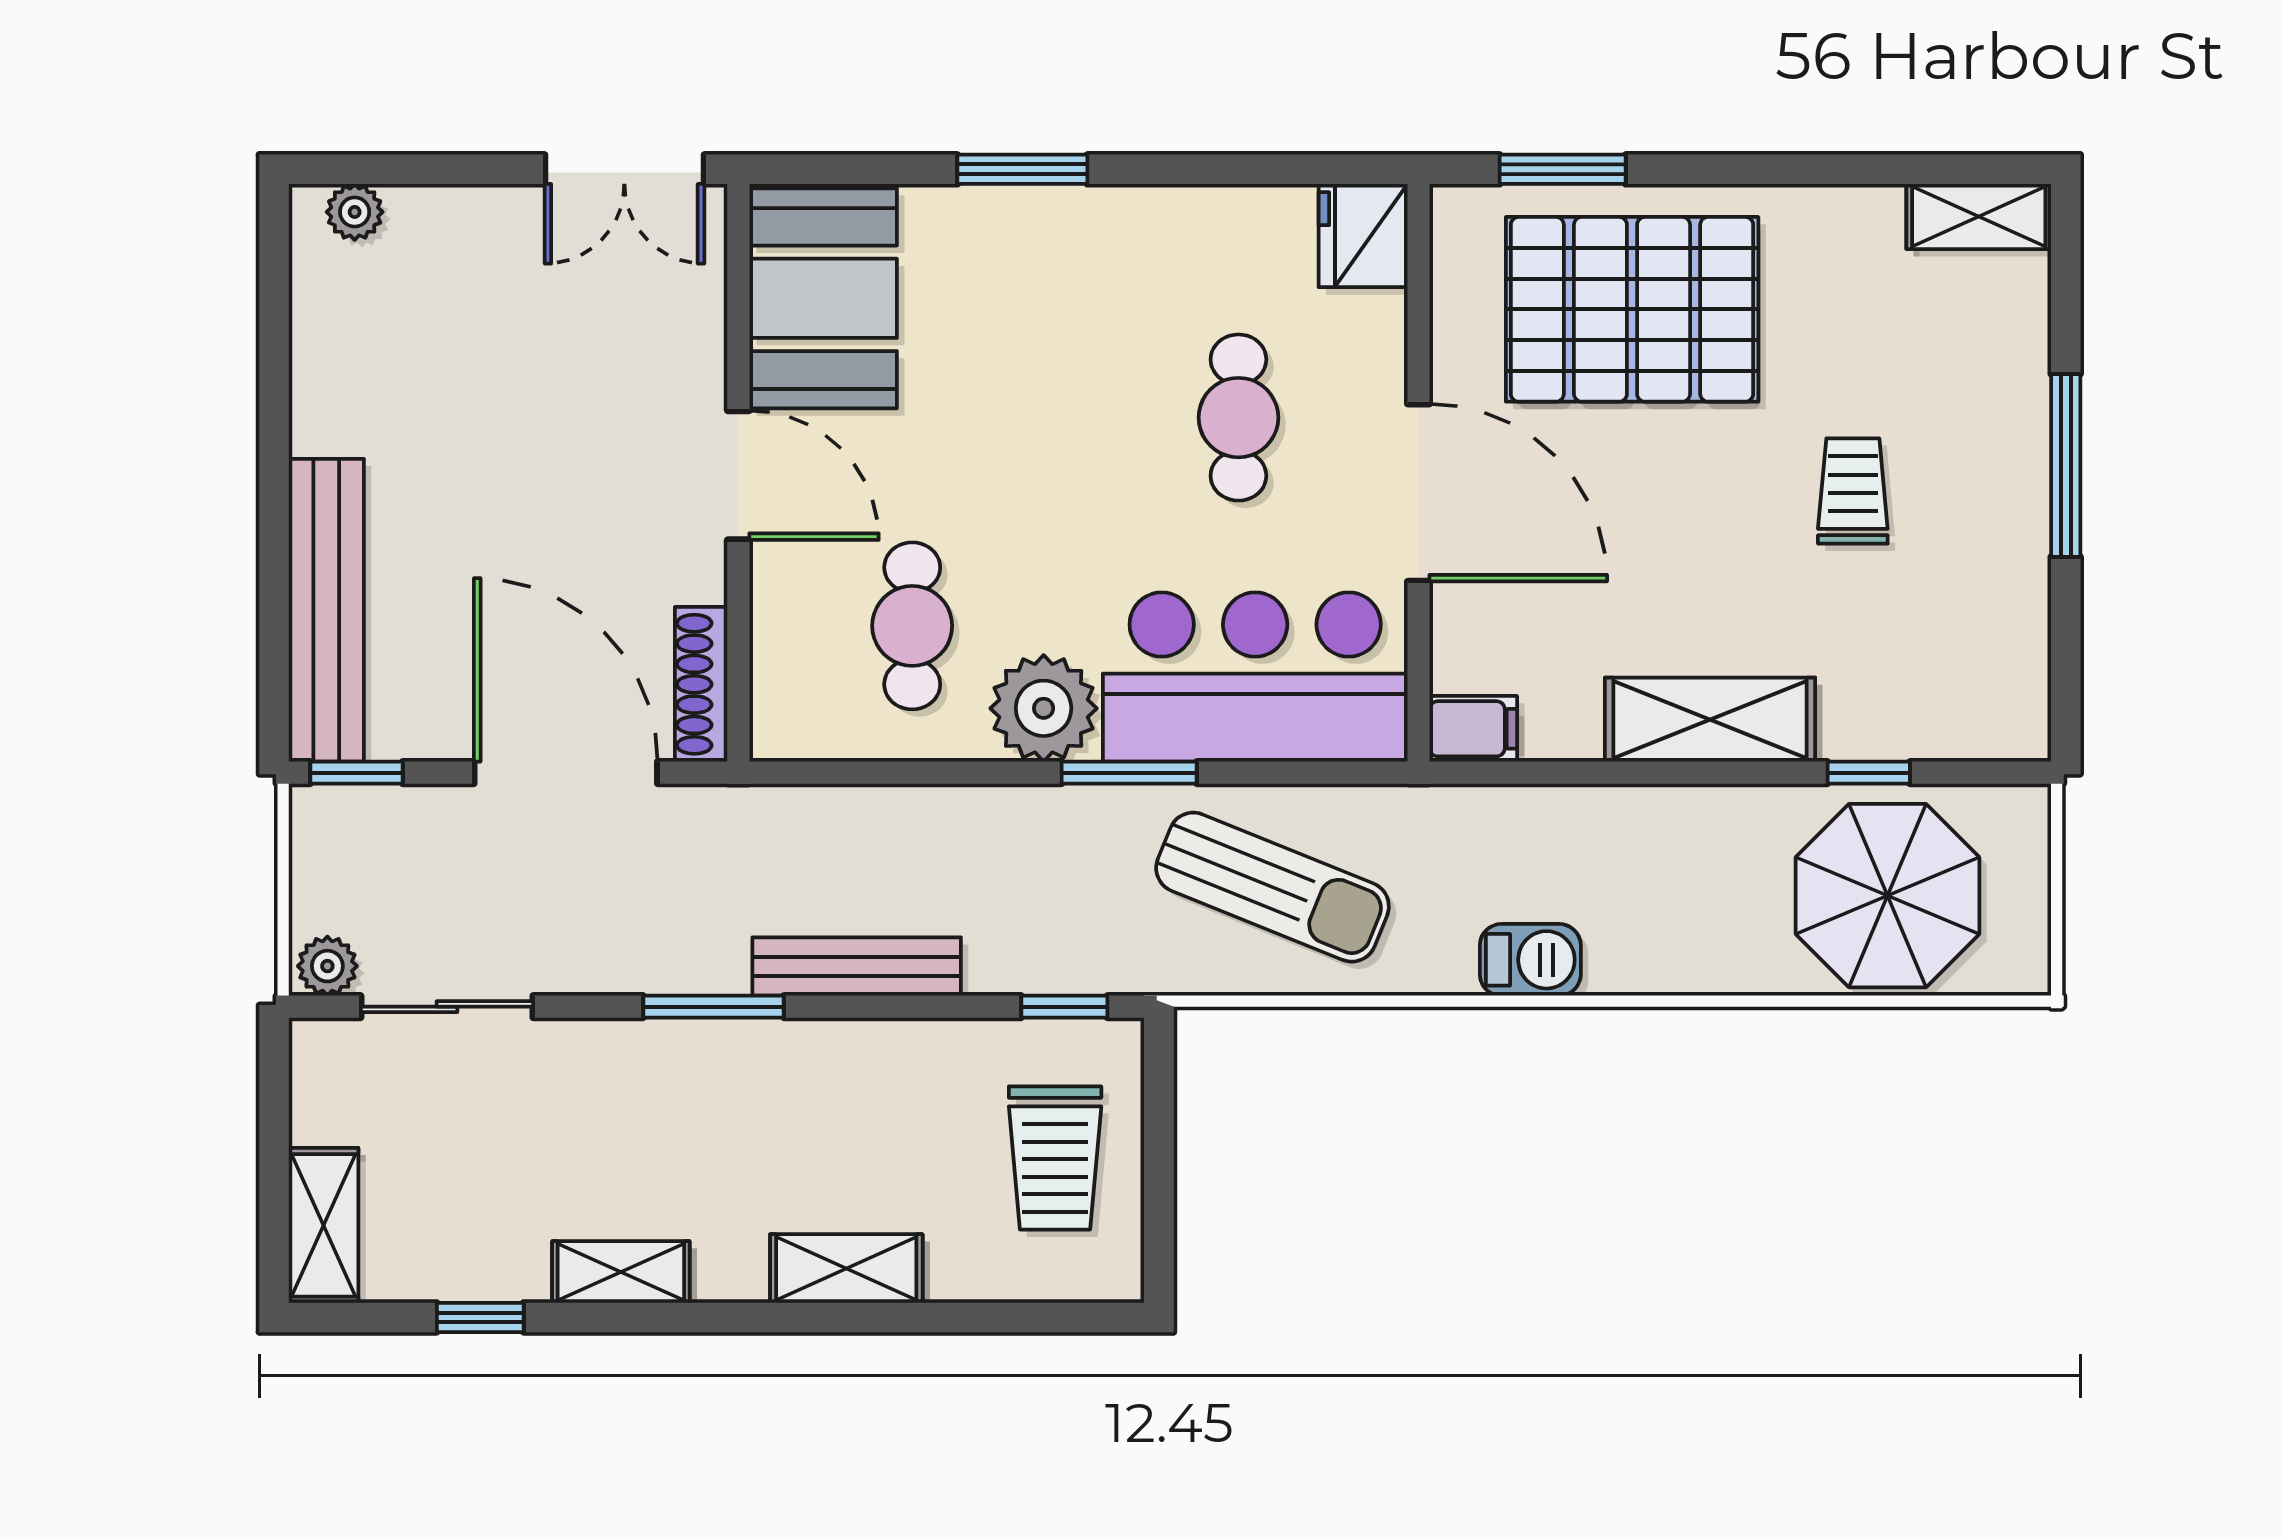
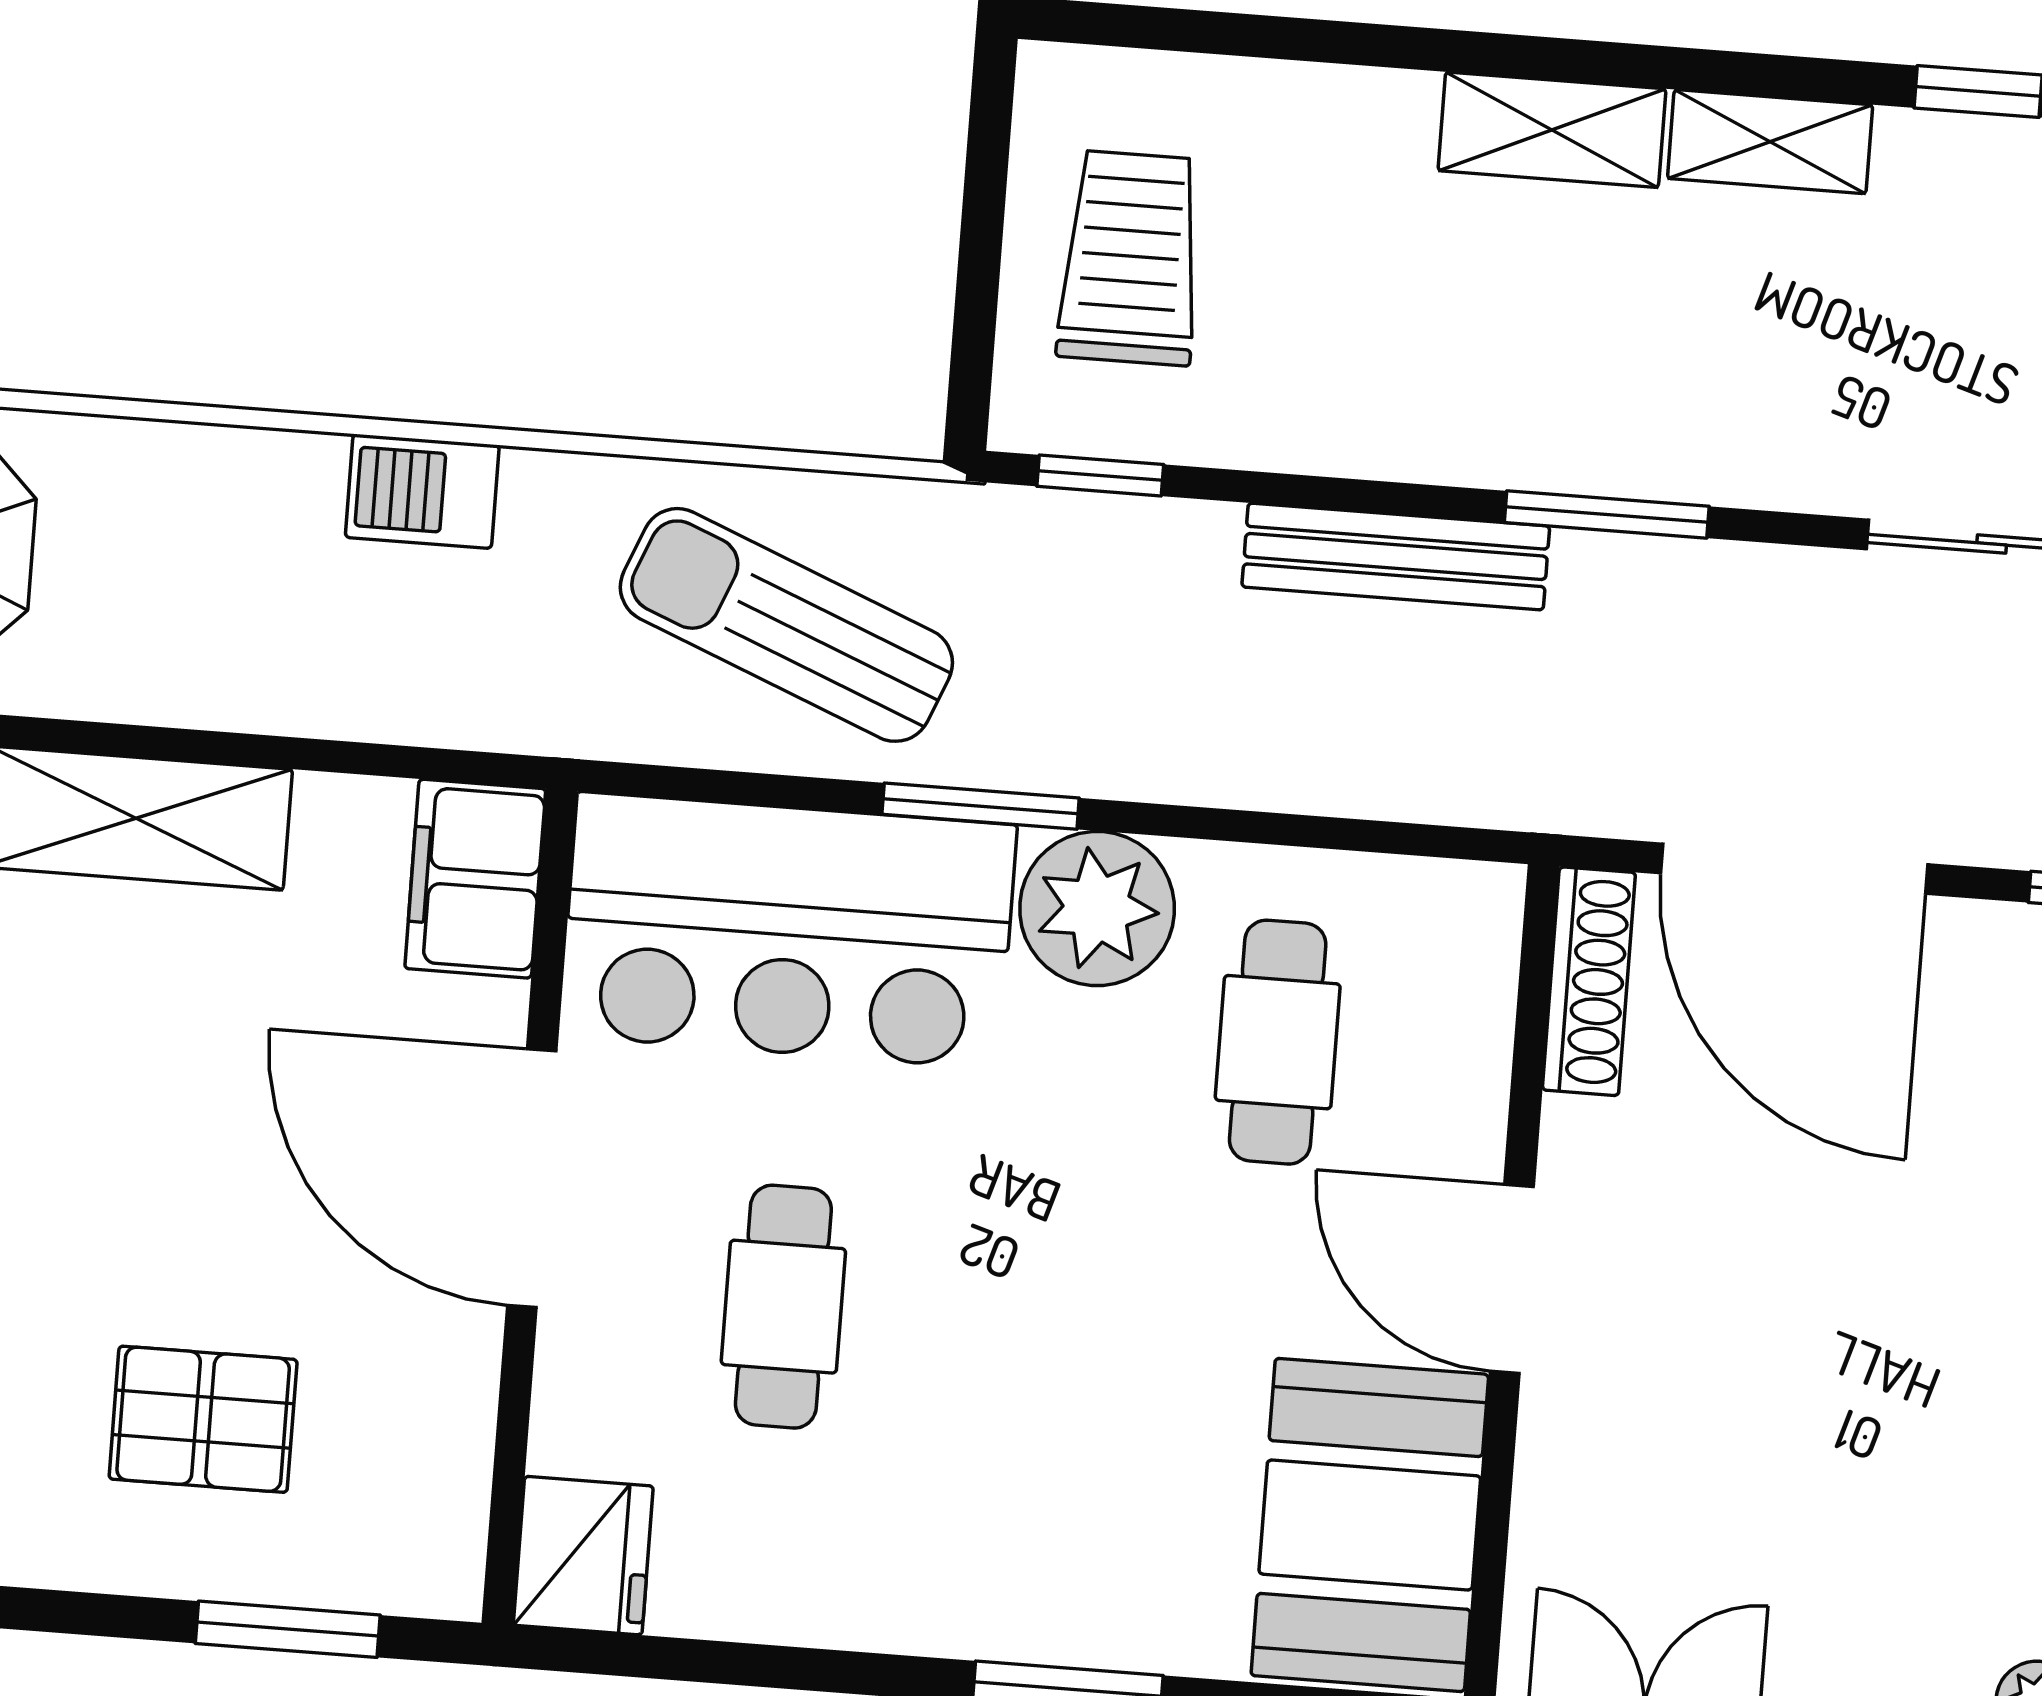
pallet: (1632, 309) -> (203, 1419), width x0.49, depth x0.50
filing cabinet: (1473, 729) -> (475, 879), width x2.00
shelving: (846, 1269) -> (1552, 130), moved

